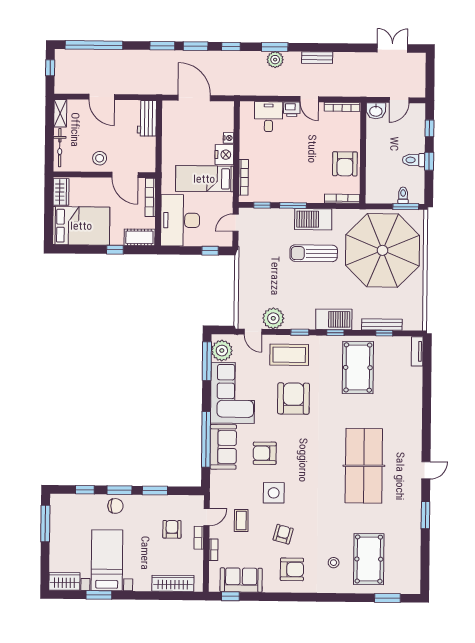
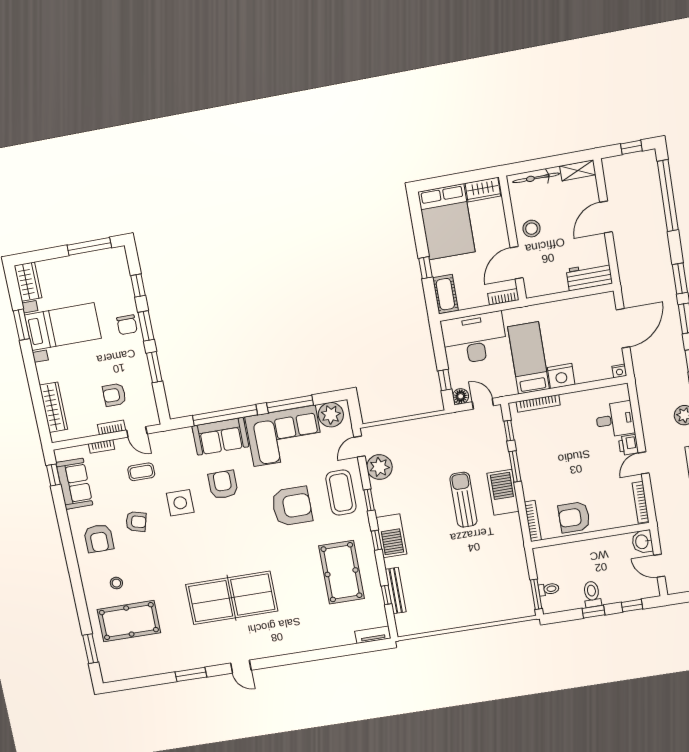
nightstand: (229, 138) -> (619, 371), moved
bookcase: (150, 197) -> (503, 297), width x0.64
floor lamp: (226, 240) -> (461, 396), added
parasol: (382, 250) -> (481, 577), removed
window: (207, 361) -> (290, 404), moved
pool table: (358, 368) -> (341, 572), turned 90
armchair: (172, 529) -> (114, 395), turned 180

